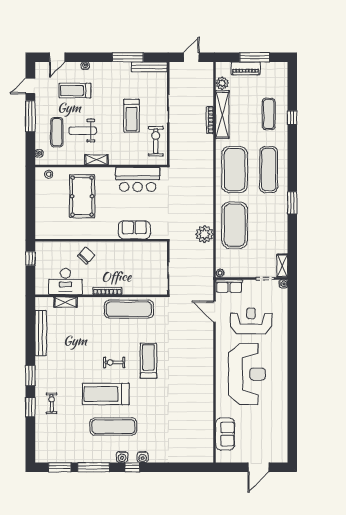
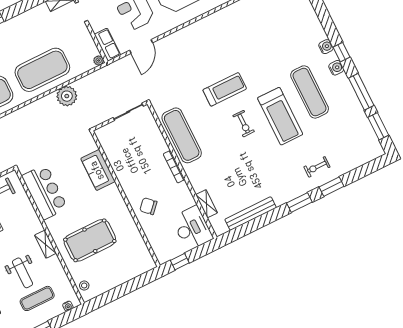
desk: (65, 281) -> (192, 228), moved
treadmill: (148, 361) -> (225, 89), turned 180

